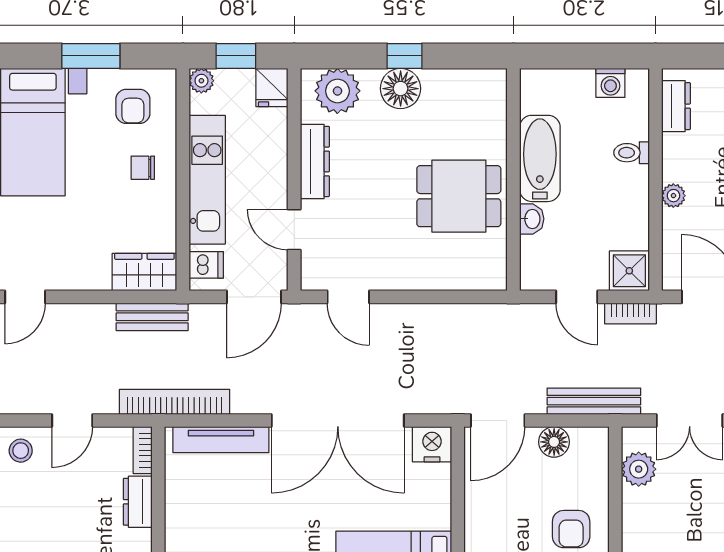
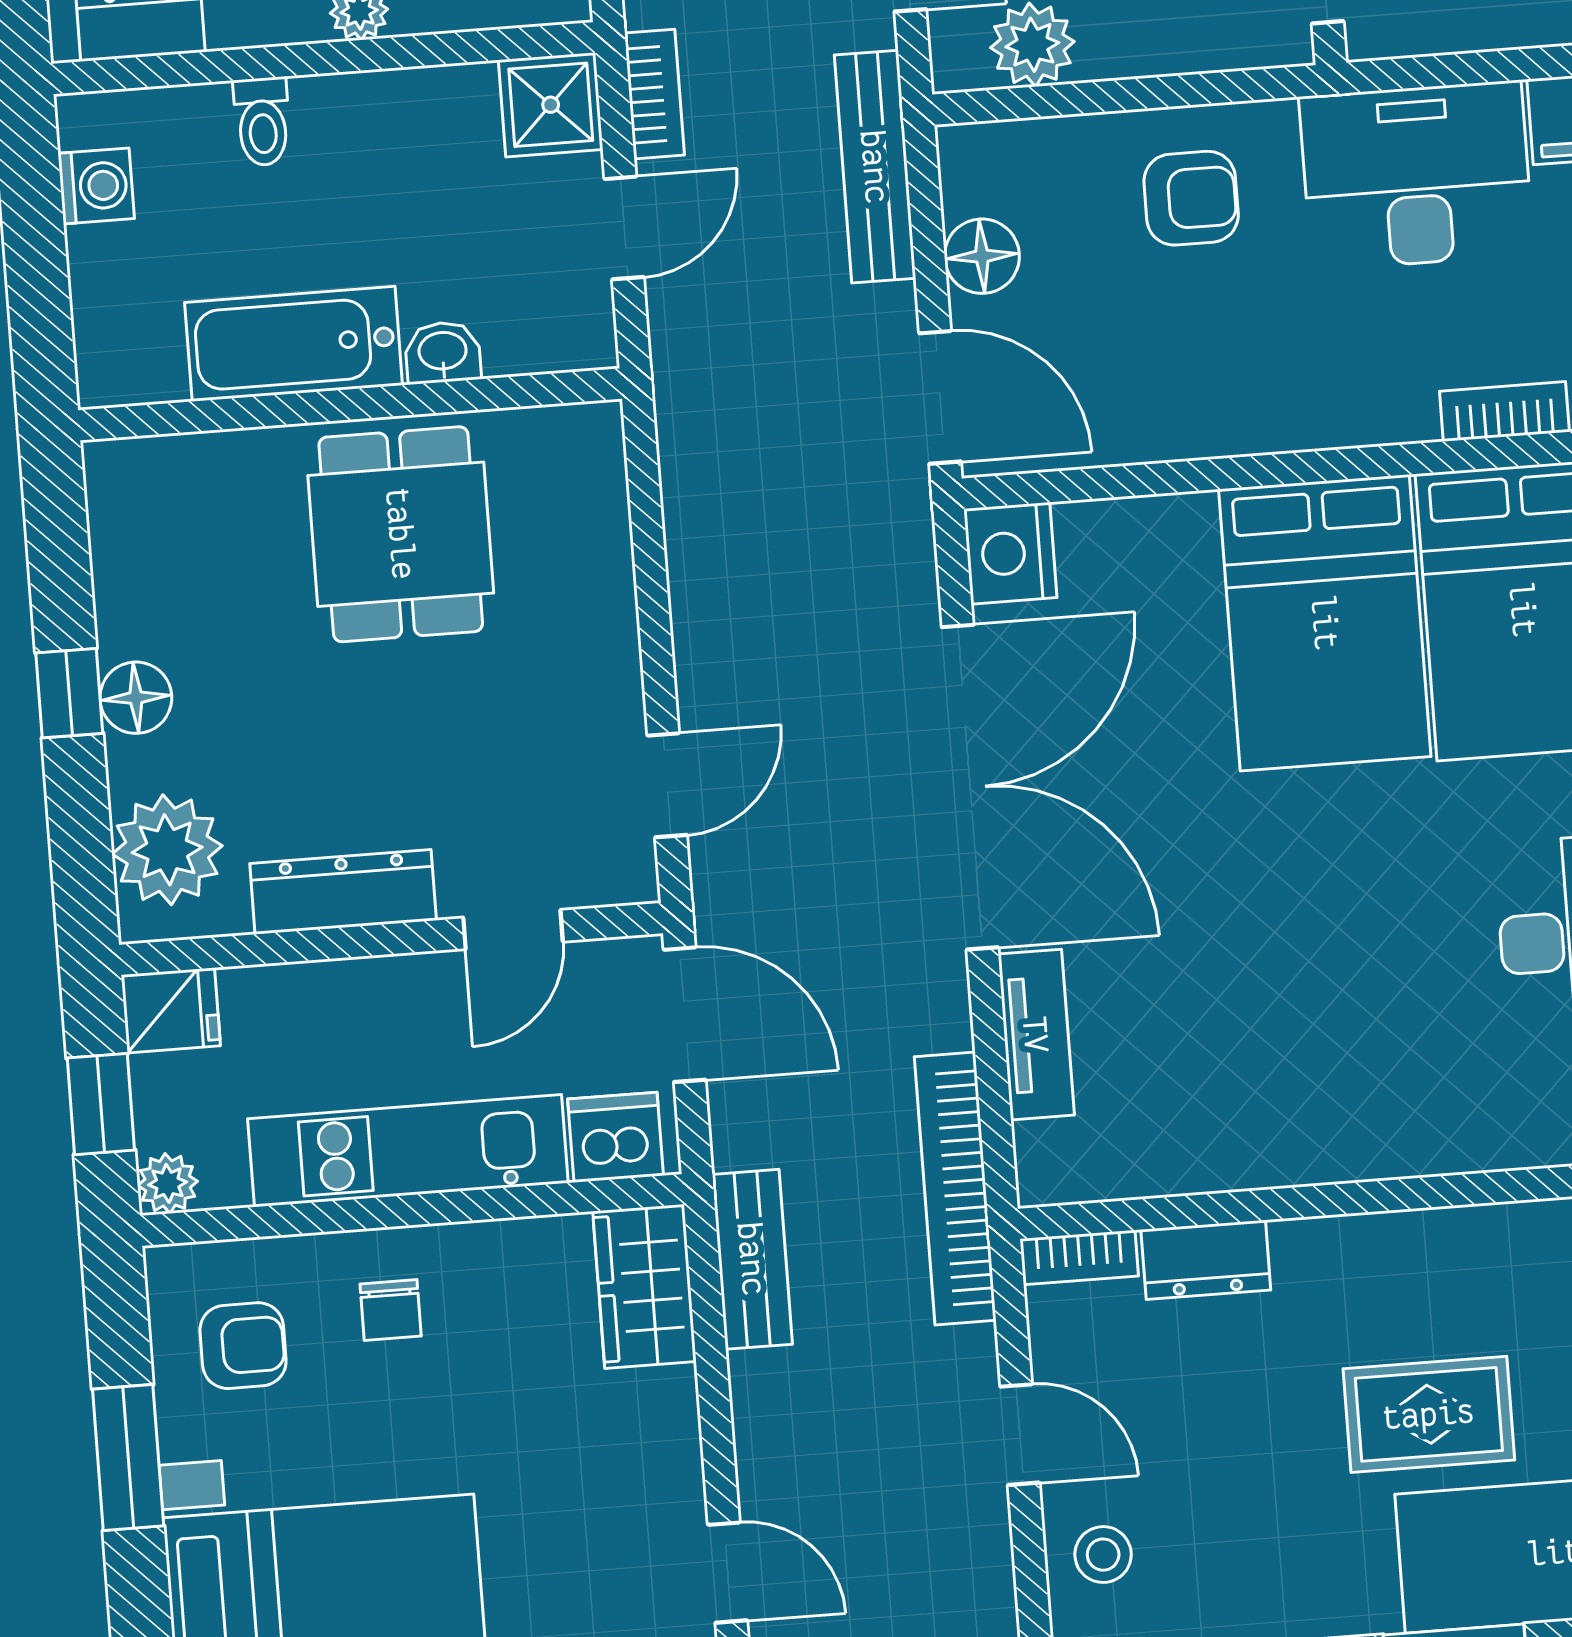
floor lamp: (401, 89) -> (136, 698), width x0.73, depth x0.73
dishwasher: (206, 265) -> (616, 1137), width x1.38
tv unit: (221, 440) -> (1036, 1035), width x0.71

